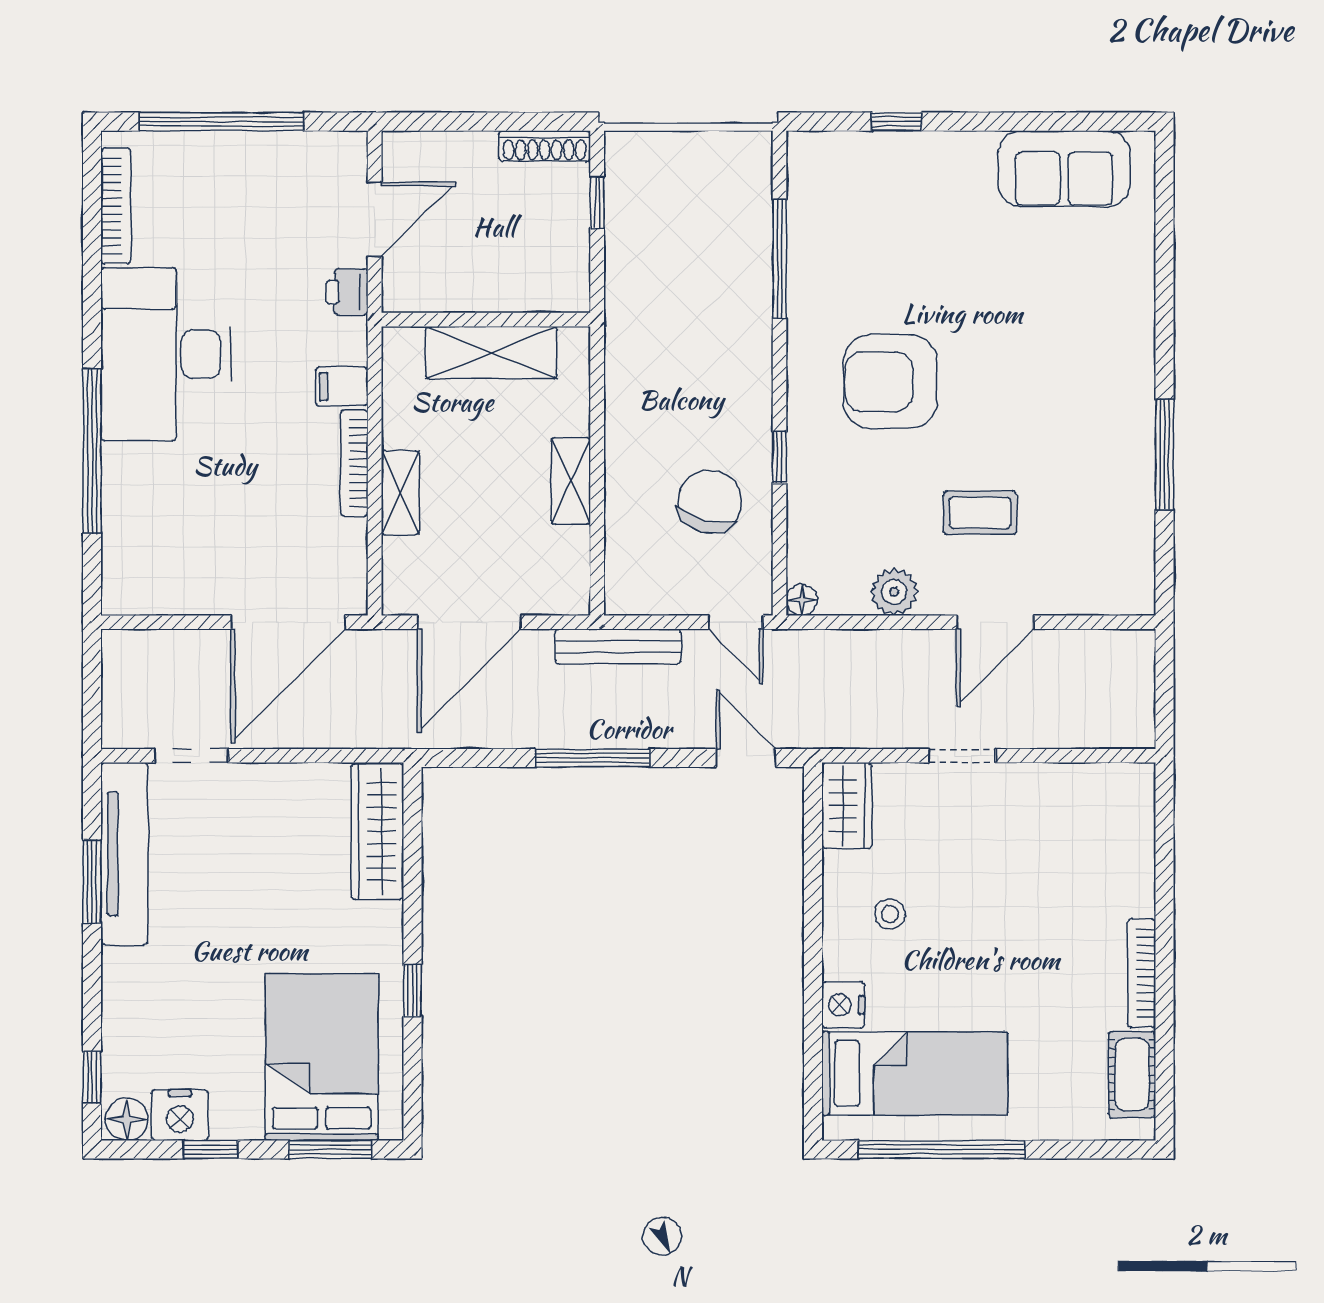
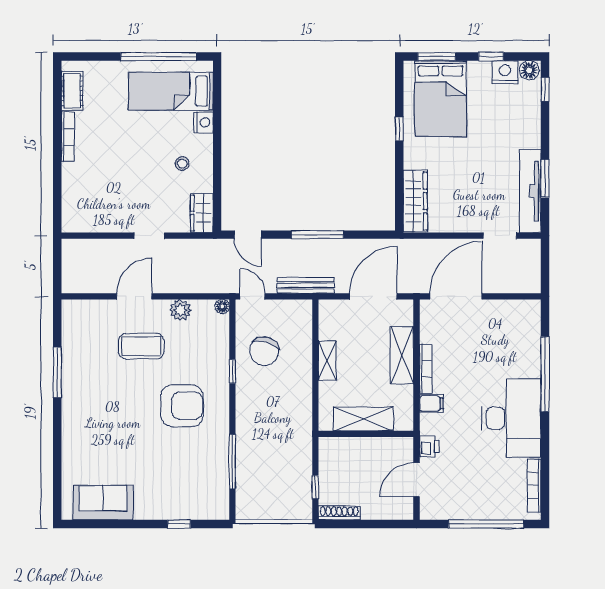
shelving: (400, 493) -> (402, 355), width x1.50, depth x1.33
coffee table: (980, 513) -> (141, 346), width x1.36, depth x1.30

